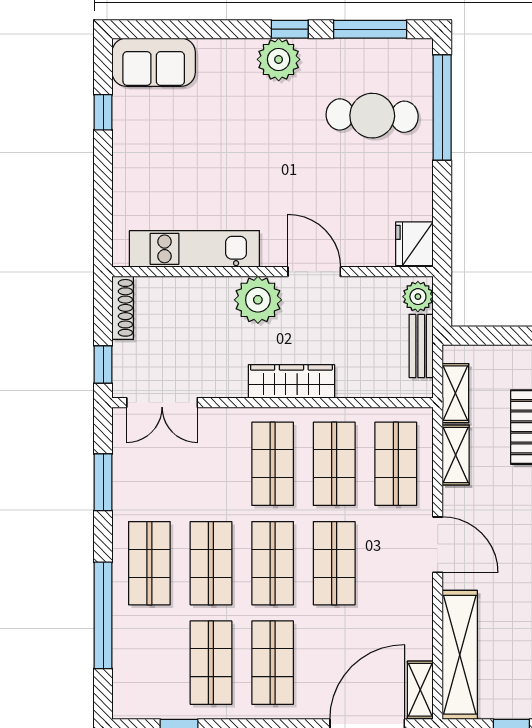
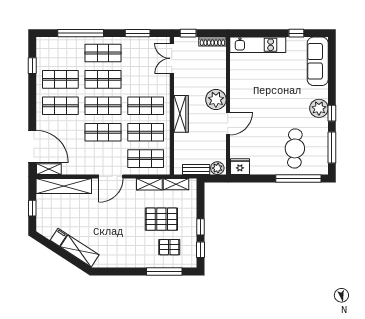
sofa: (154, 62) -> (318, 61), width x1.36
kitchen unit: (194, 249) -> (258, 45), moved, turned 90

